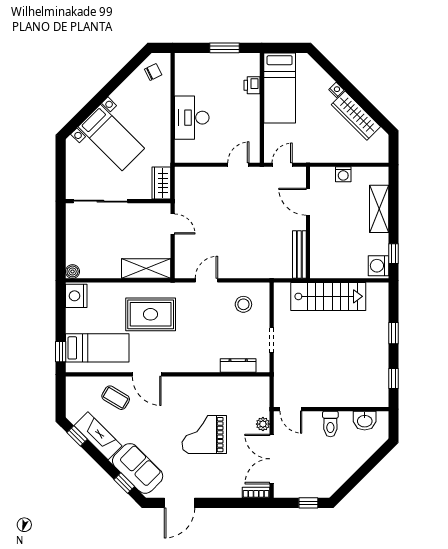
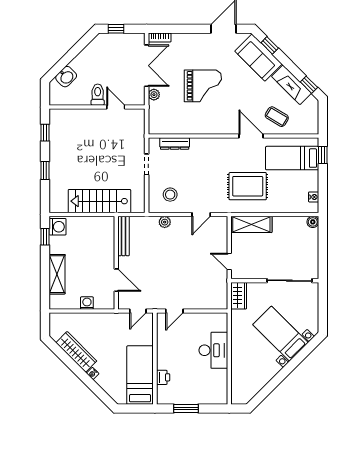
chair: (153, 72) -> (246, 388), removed
plant: (250, 271) -> (165, 222), added
nightstand: (76, 296) -> (314, 197), width x0.53, depth x0.56
door: (291, 409) -> (116, 107), moved
washbasin: (365, 421) -> (66, 77), moved, turned 135

